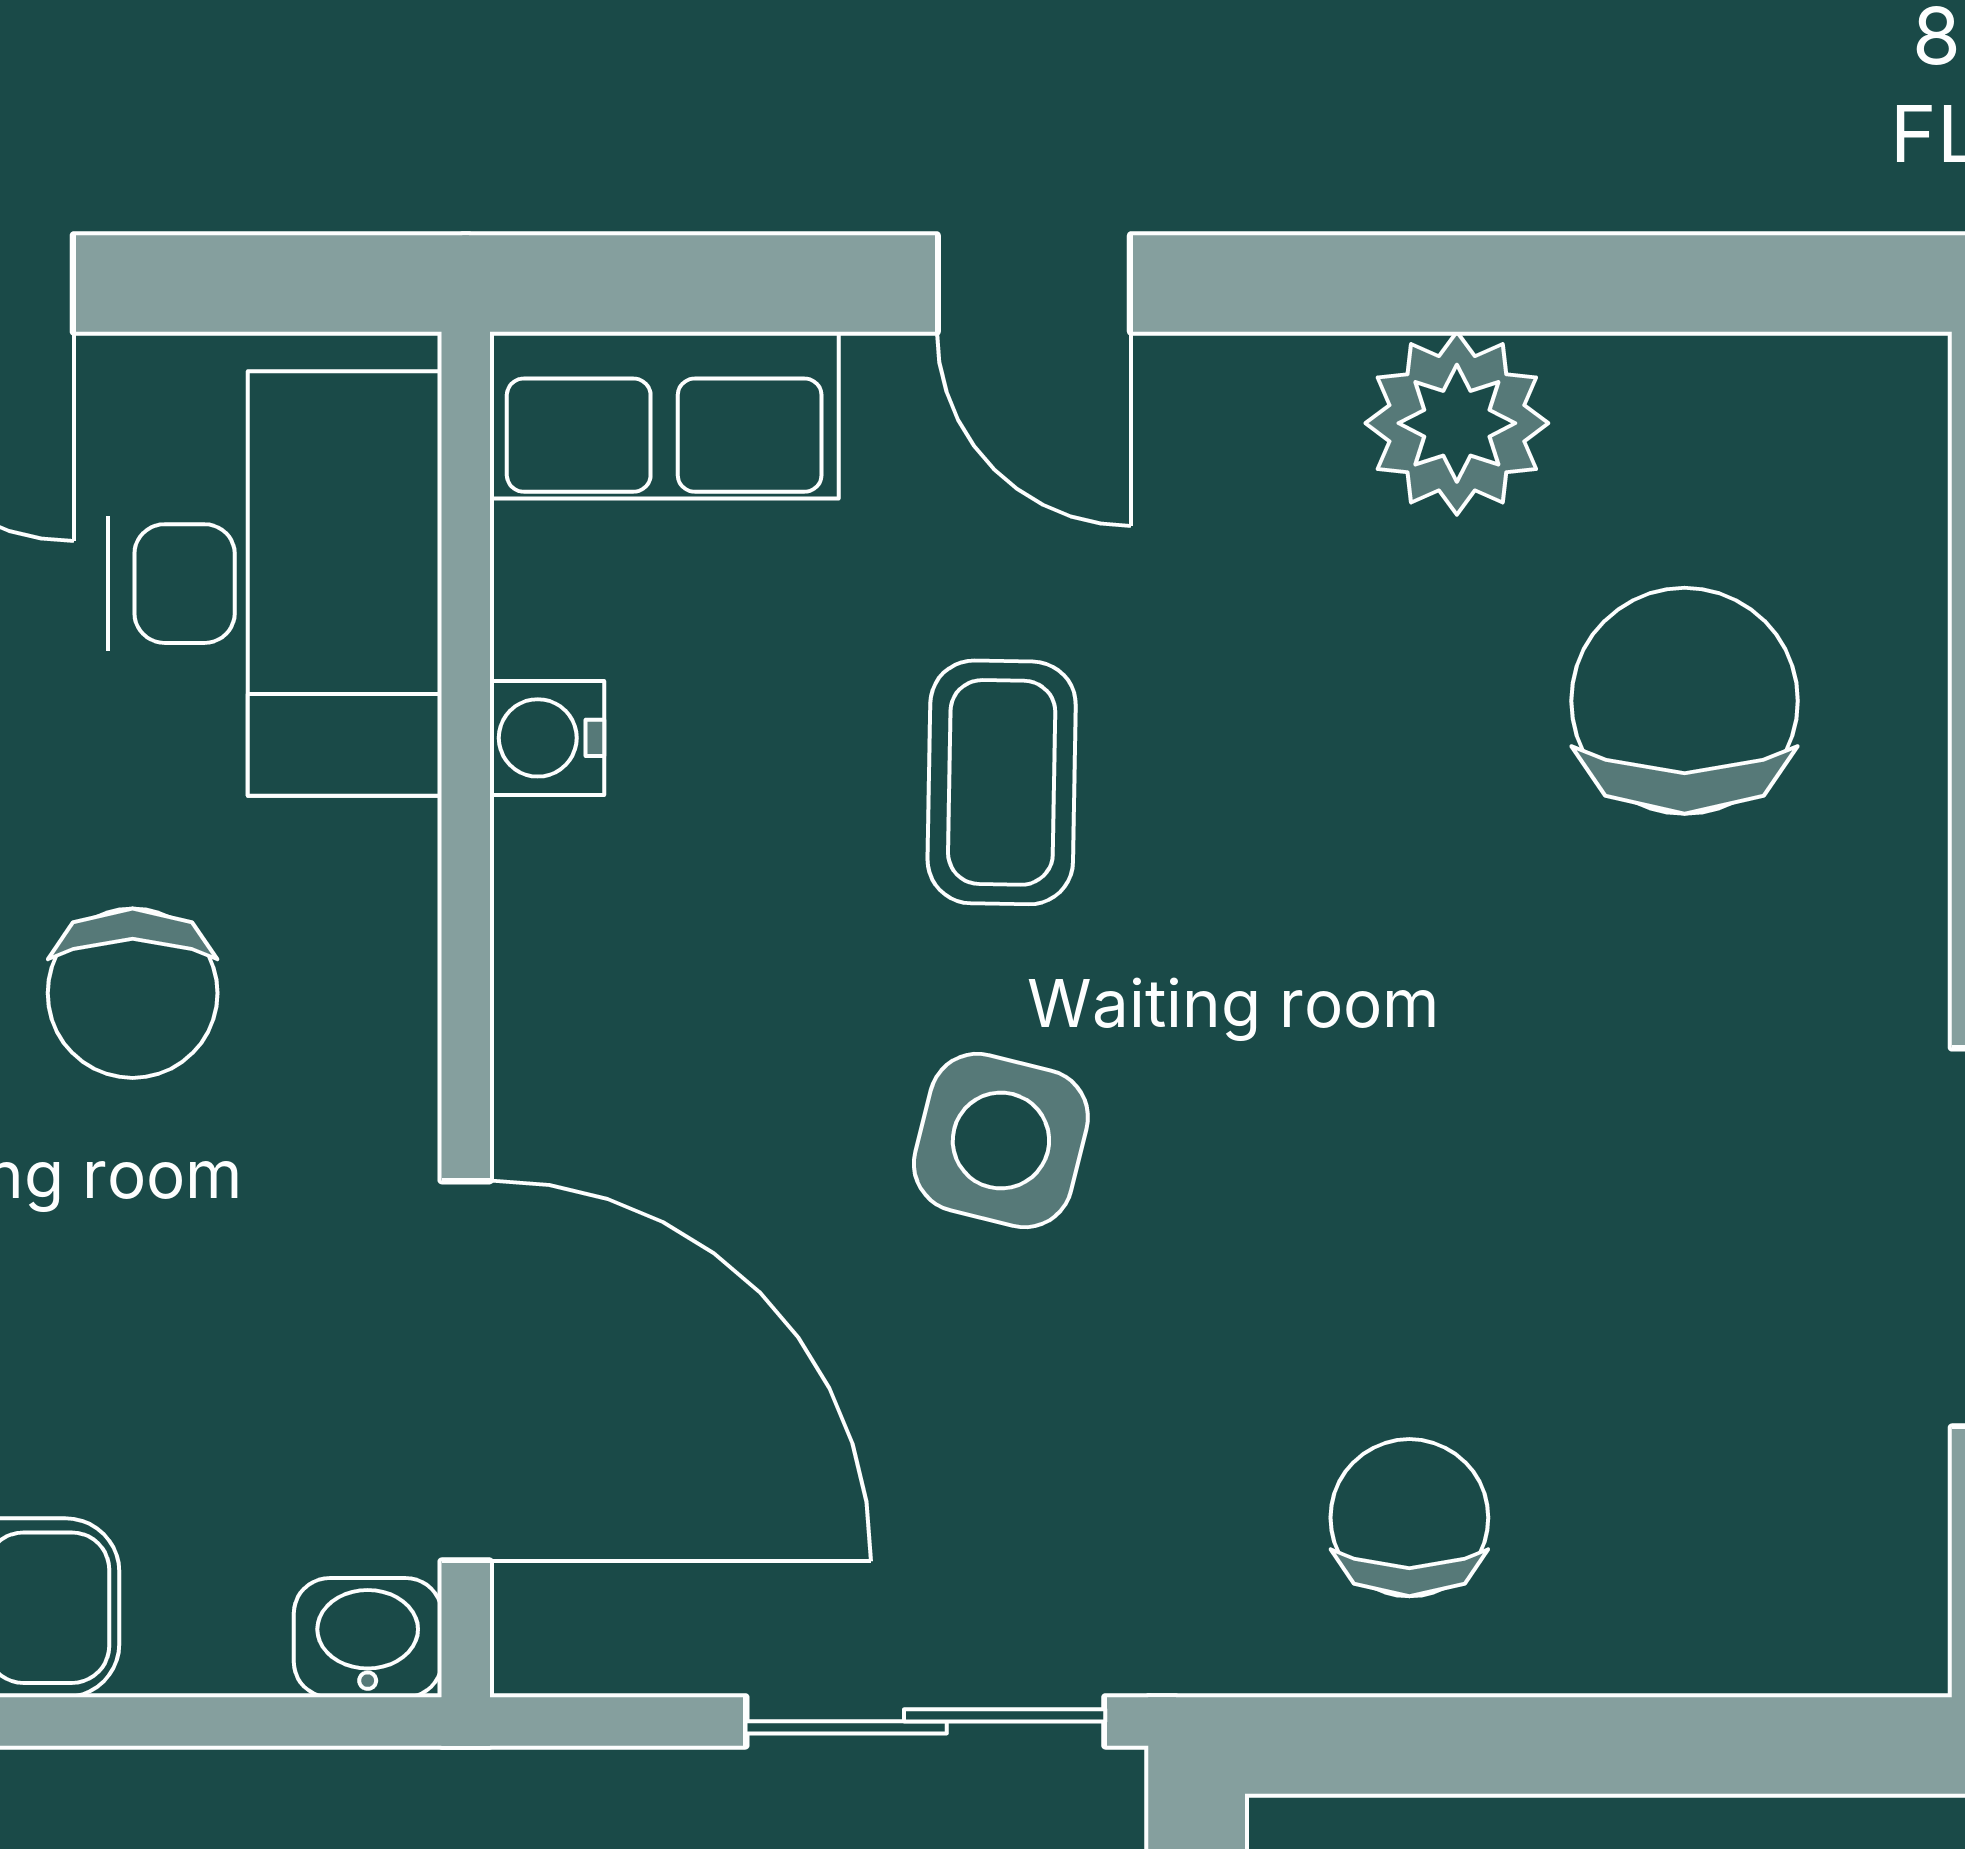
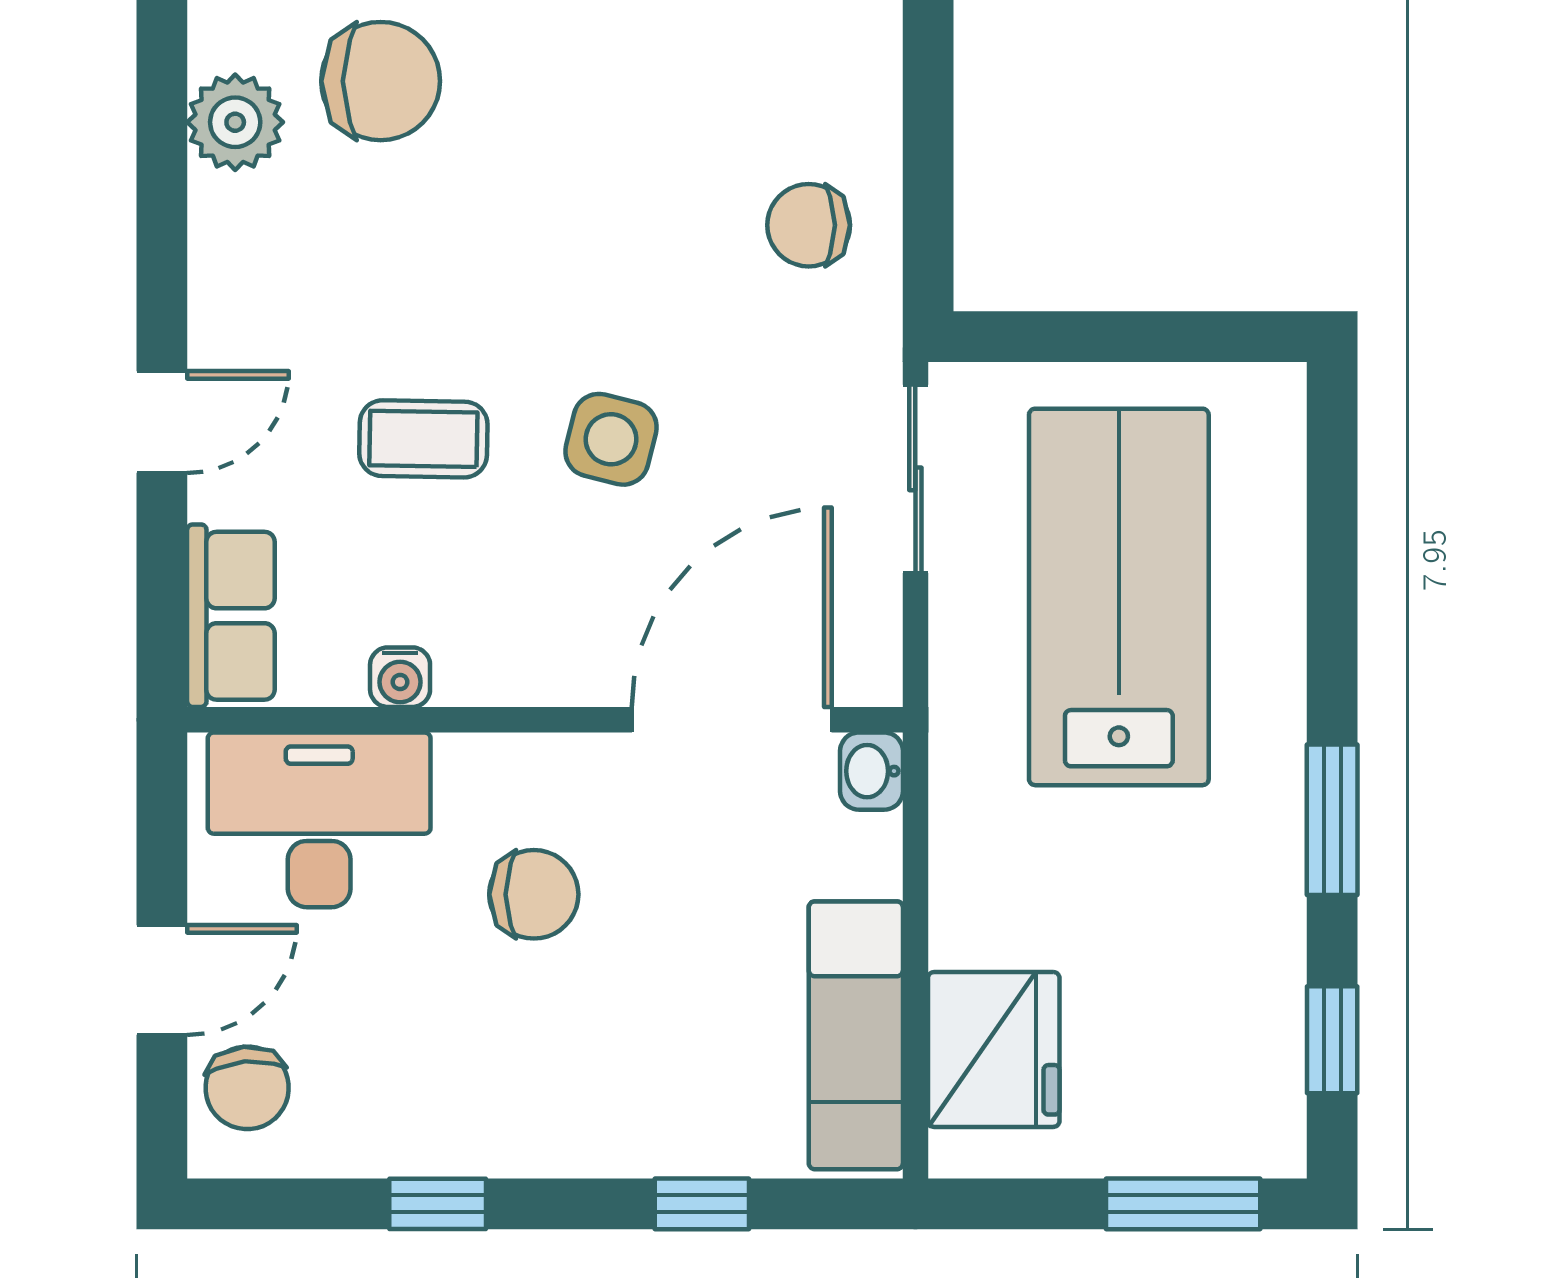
plant: (1457, 423) -> (235, 122), moved
chair: (1685, 701) -> (381, 81), turned 180

